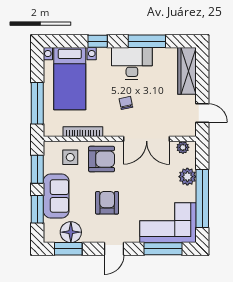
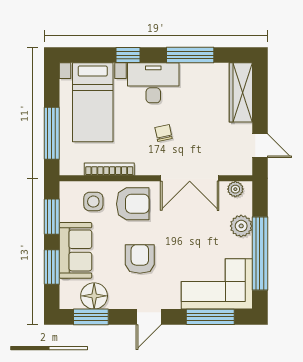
desk: (132, 63) -> (153, 83), moved

